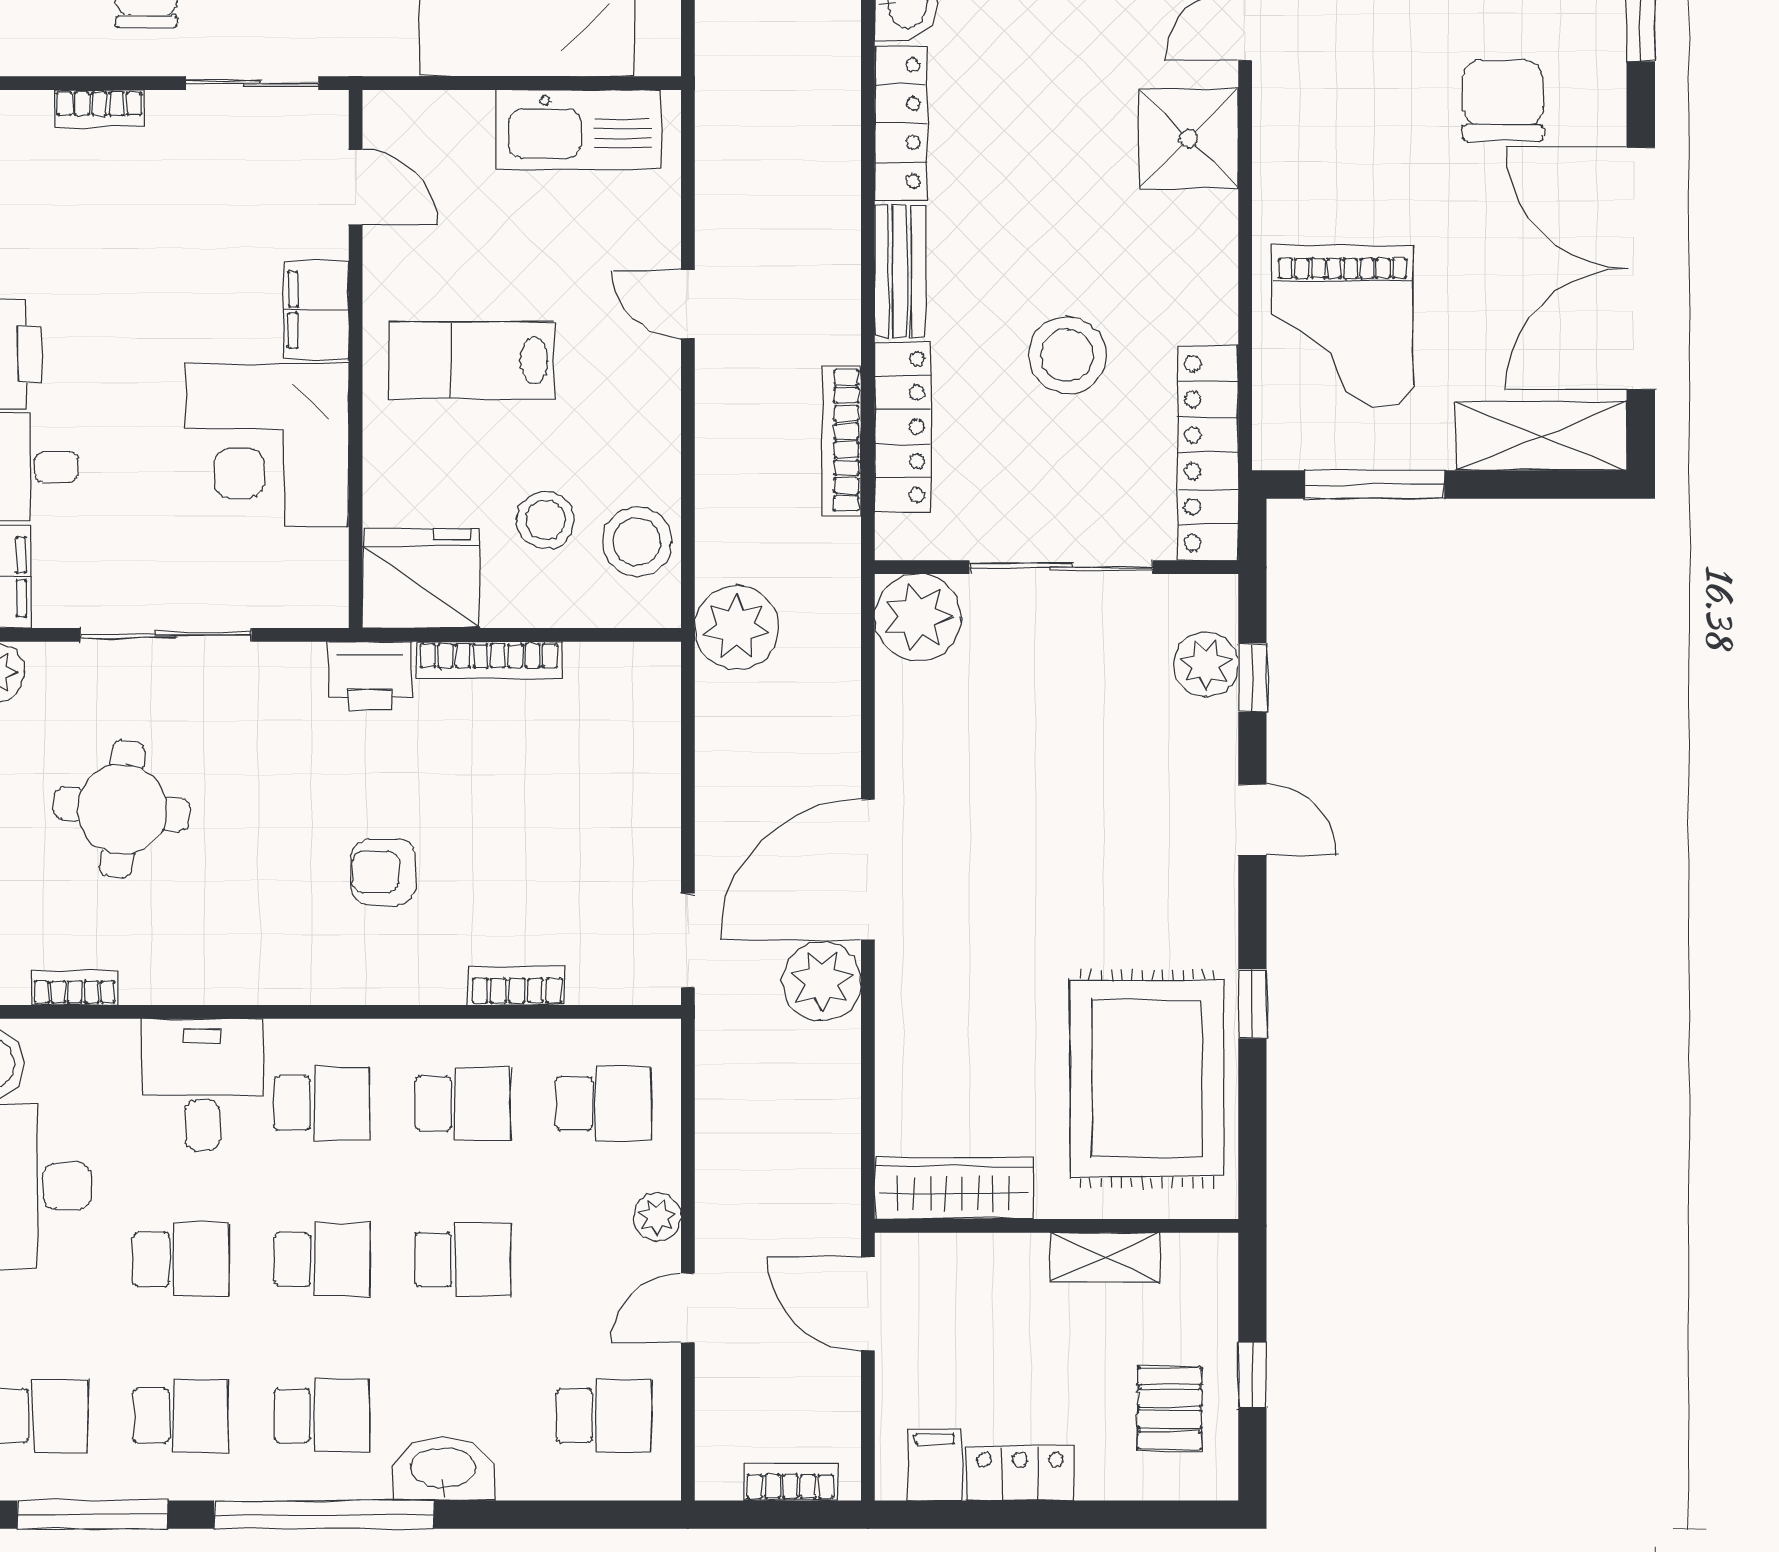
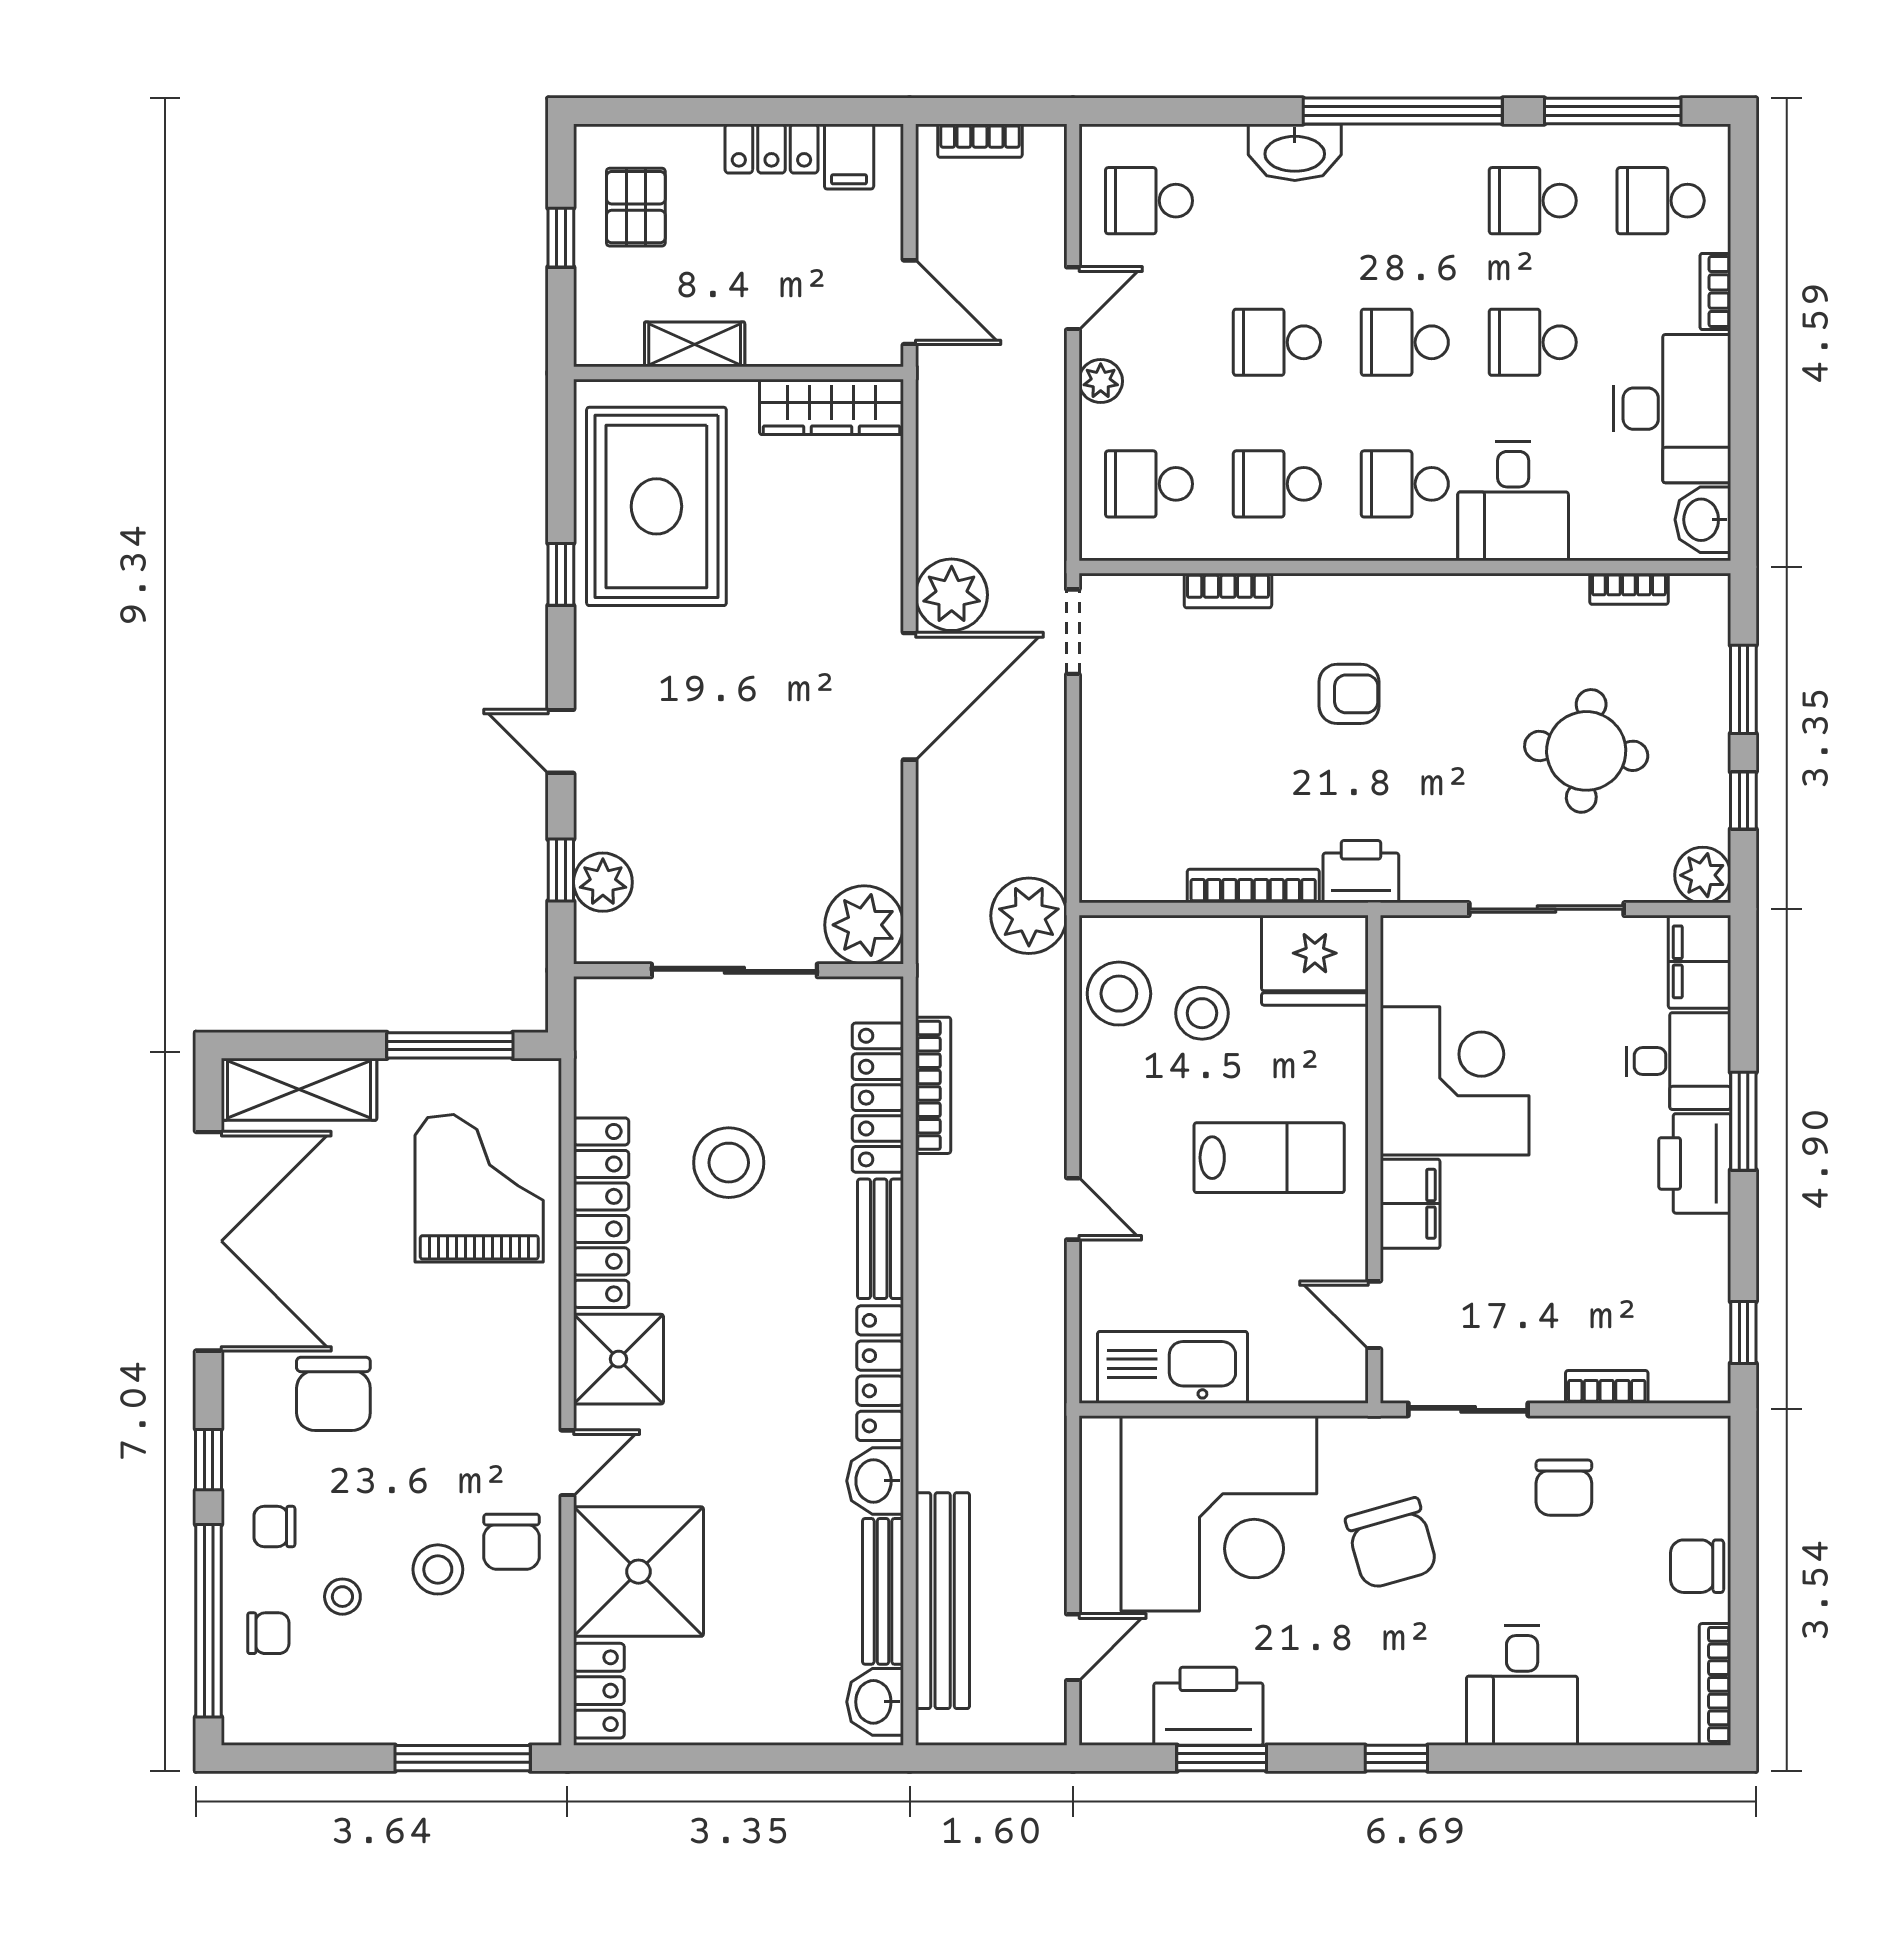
locker: (1208, 453) -> (601, 1213), moved
school desk: (322, 1416) -> (1405, 201), removed

